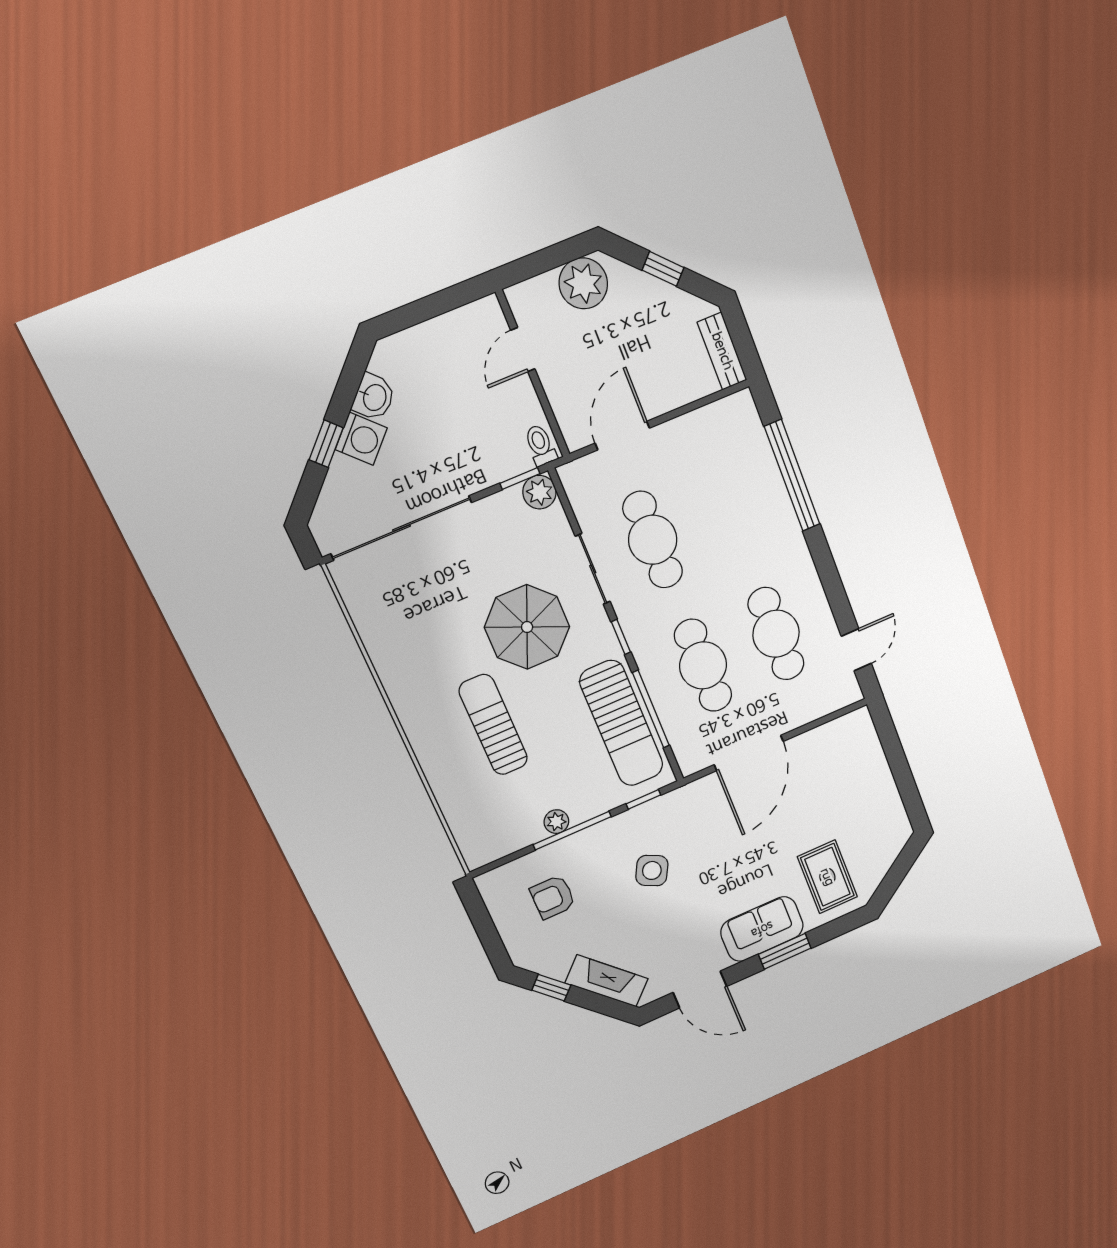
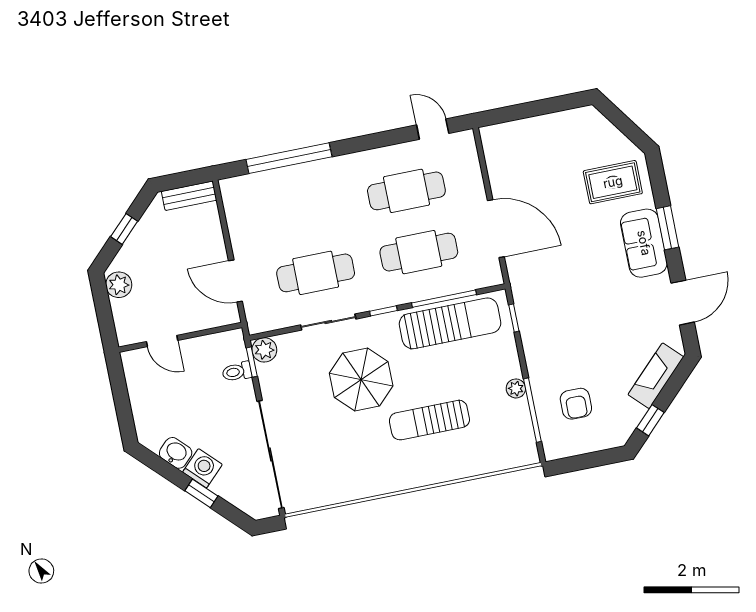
plant: (583, 283) -> (119, 285), width x0.73, depth x0.73
toilet: (540, 445) -> (237, 372), moved
window: (572, 831) -> (532, 410), moved
side table: (652, 871) -> (573, 322), removed

